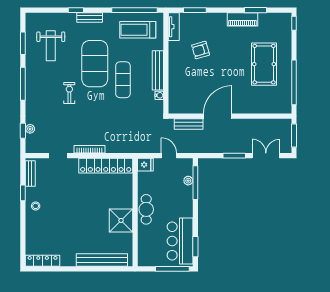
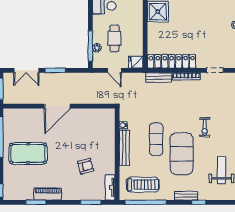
pool table: (264, 64) -> (28, 153), turned 90
door: (218, 116) -> (57, 106), moved
bench: (189, 124) -> (159, 78), moved
cafe table: (146, 209) -> (114, 38), moved

